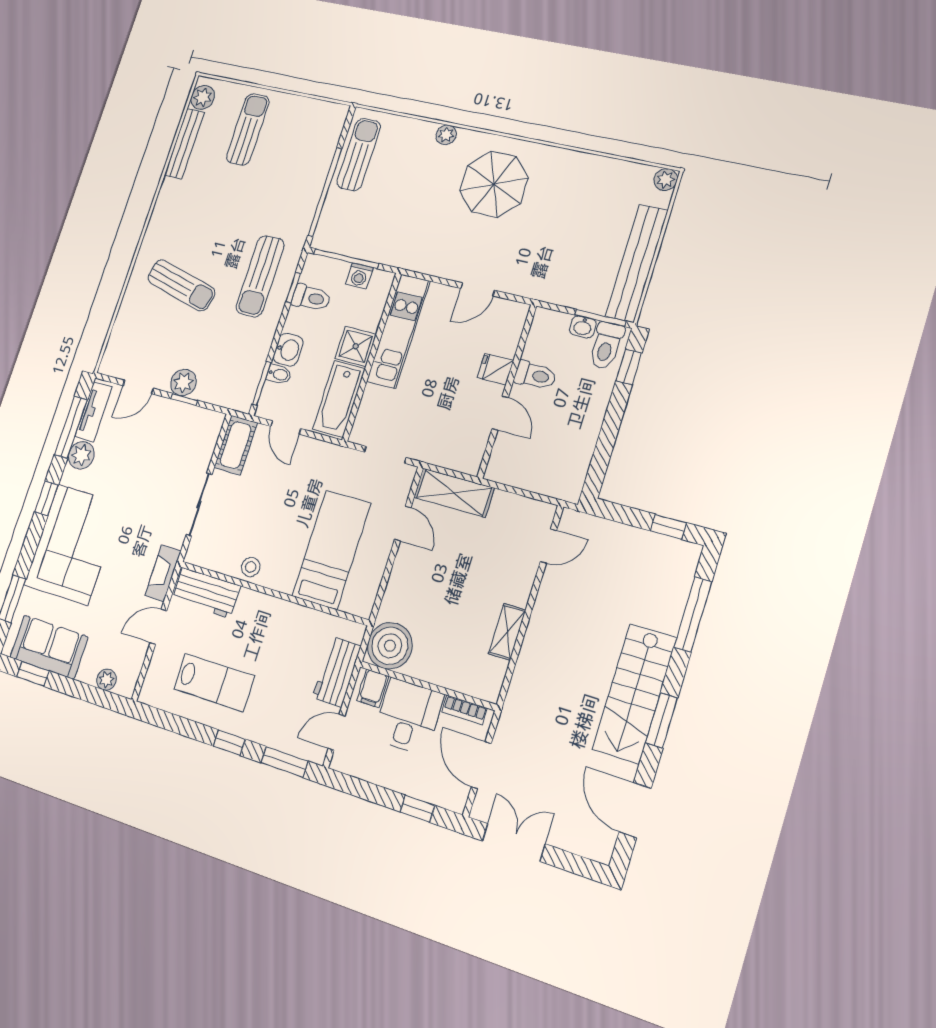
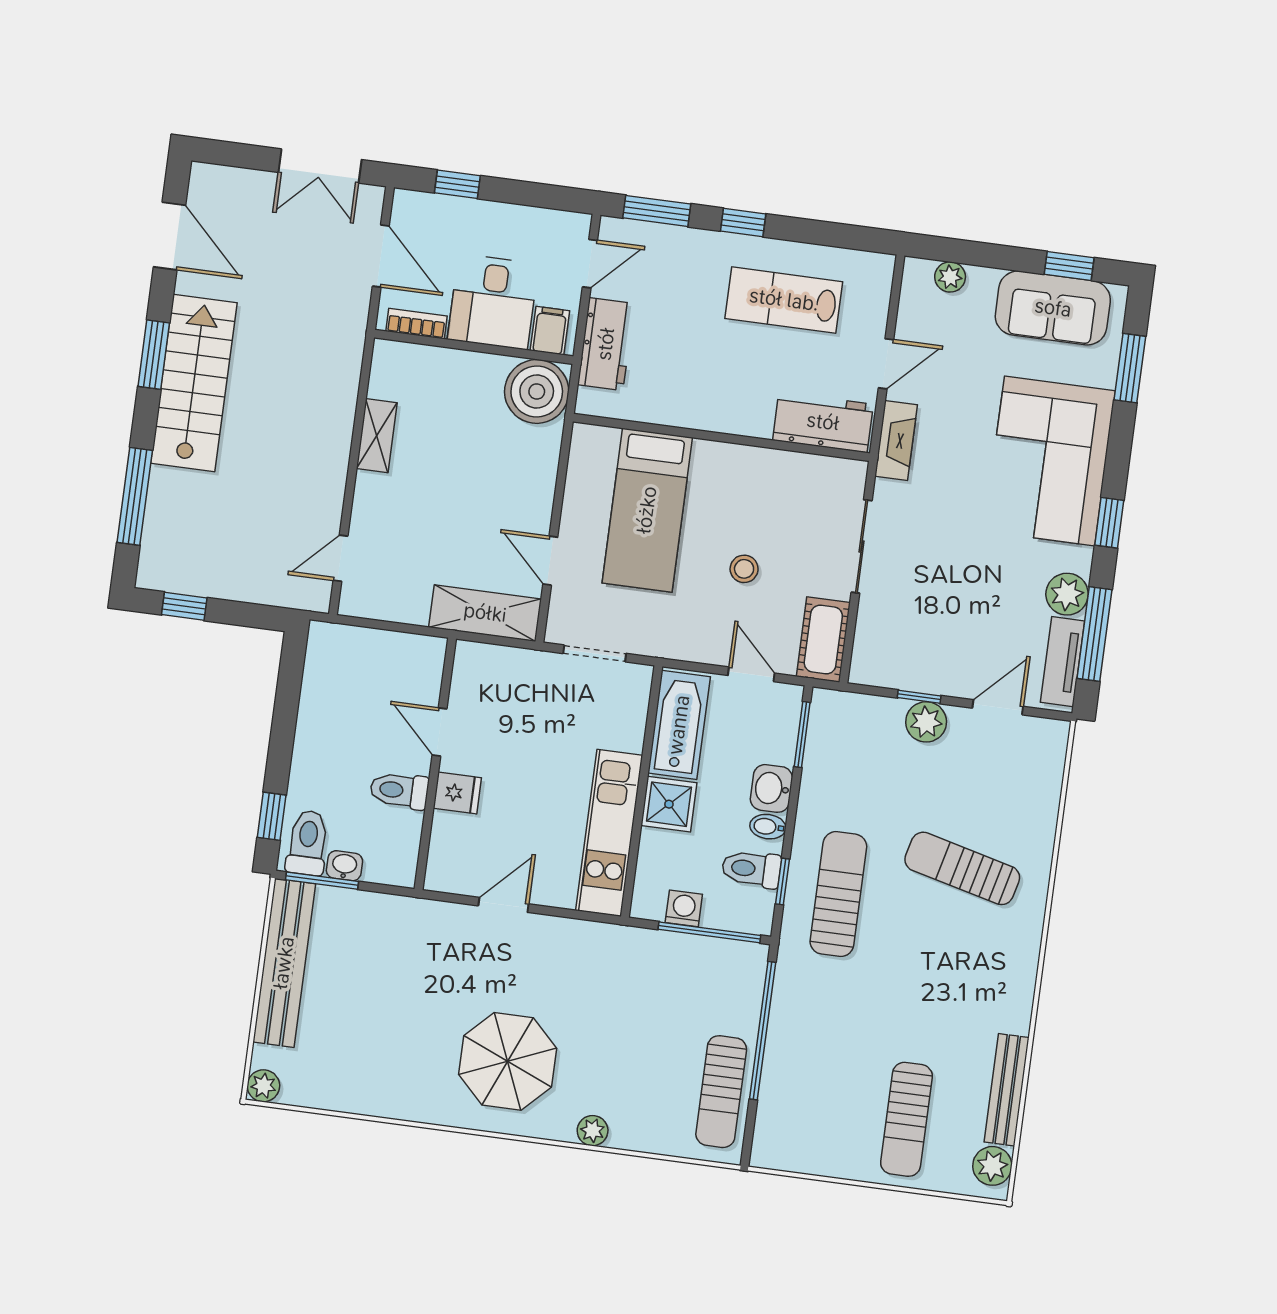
bidet: (279, 374) -> (768, 827), moved
stool: (251, 567) -> (744, 569), moved

